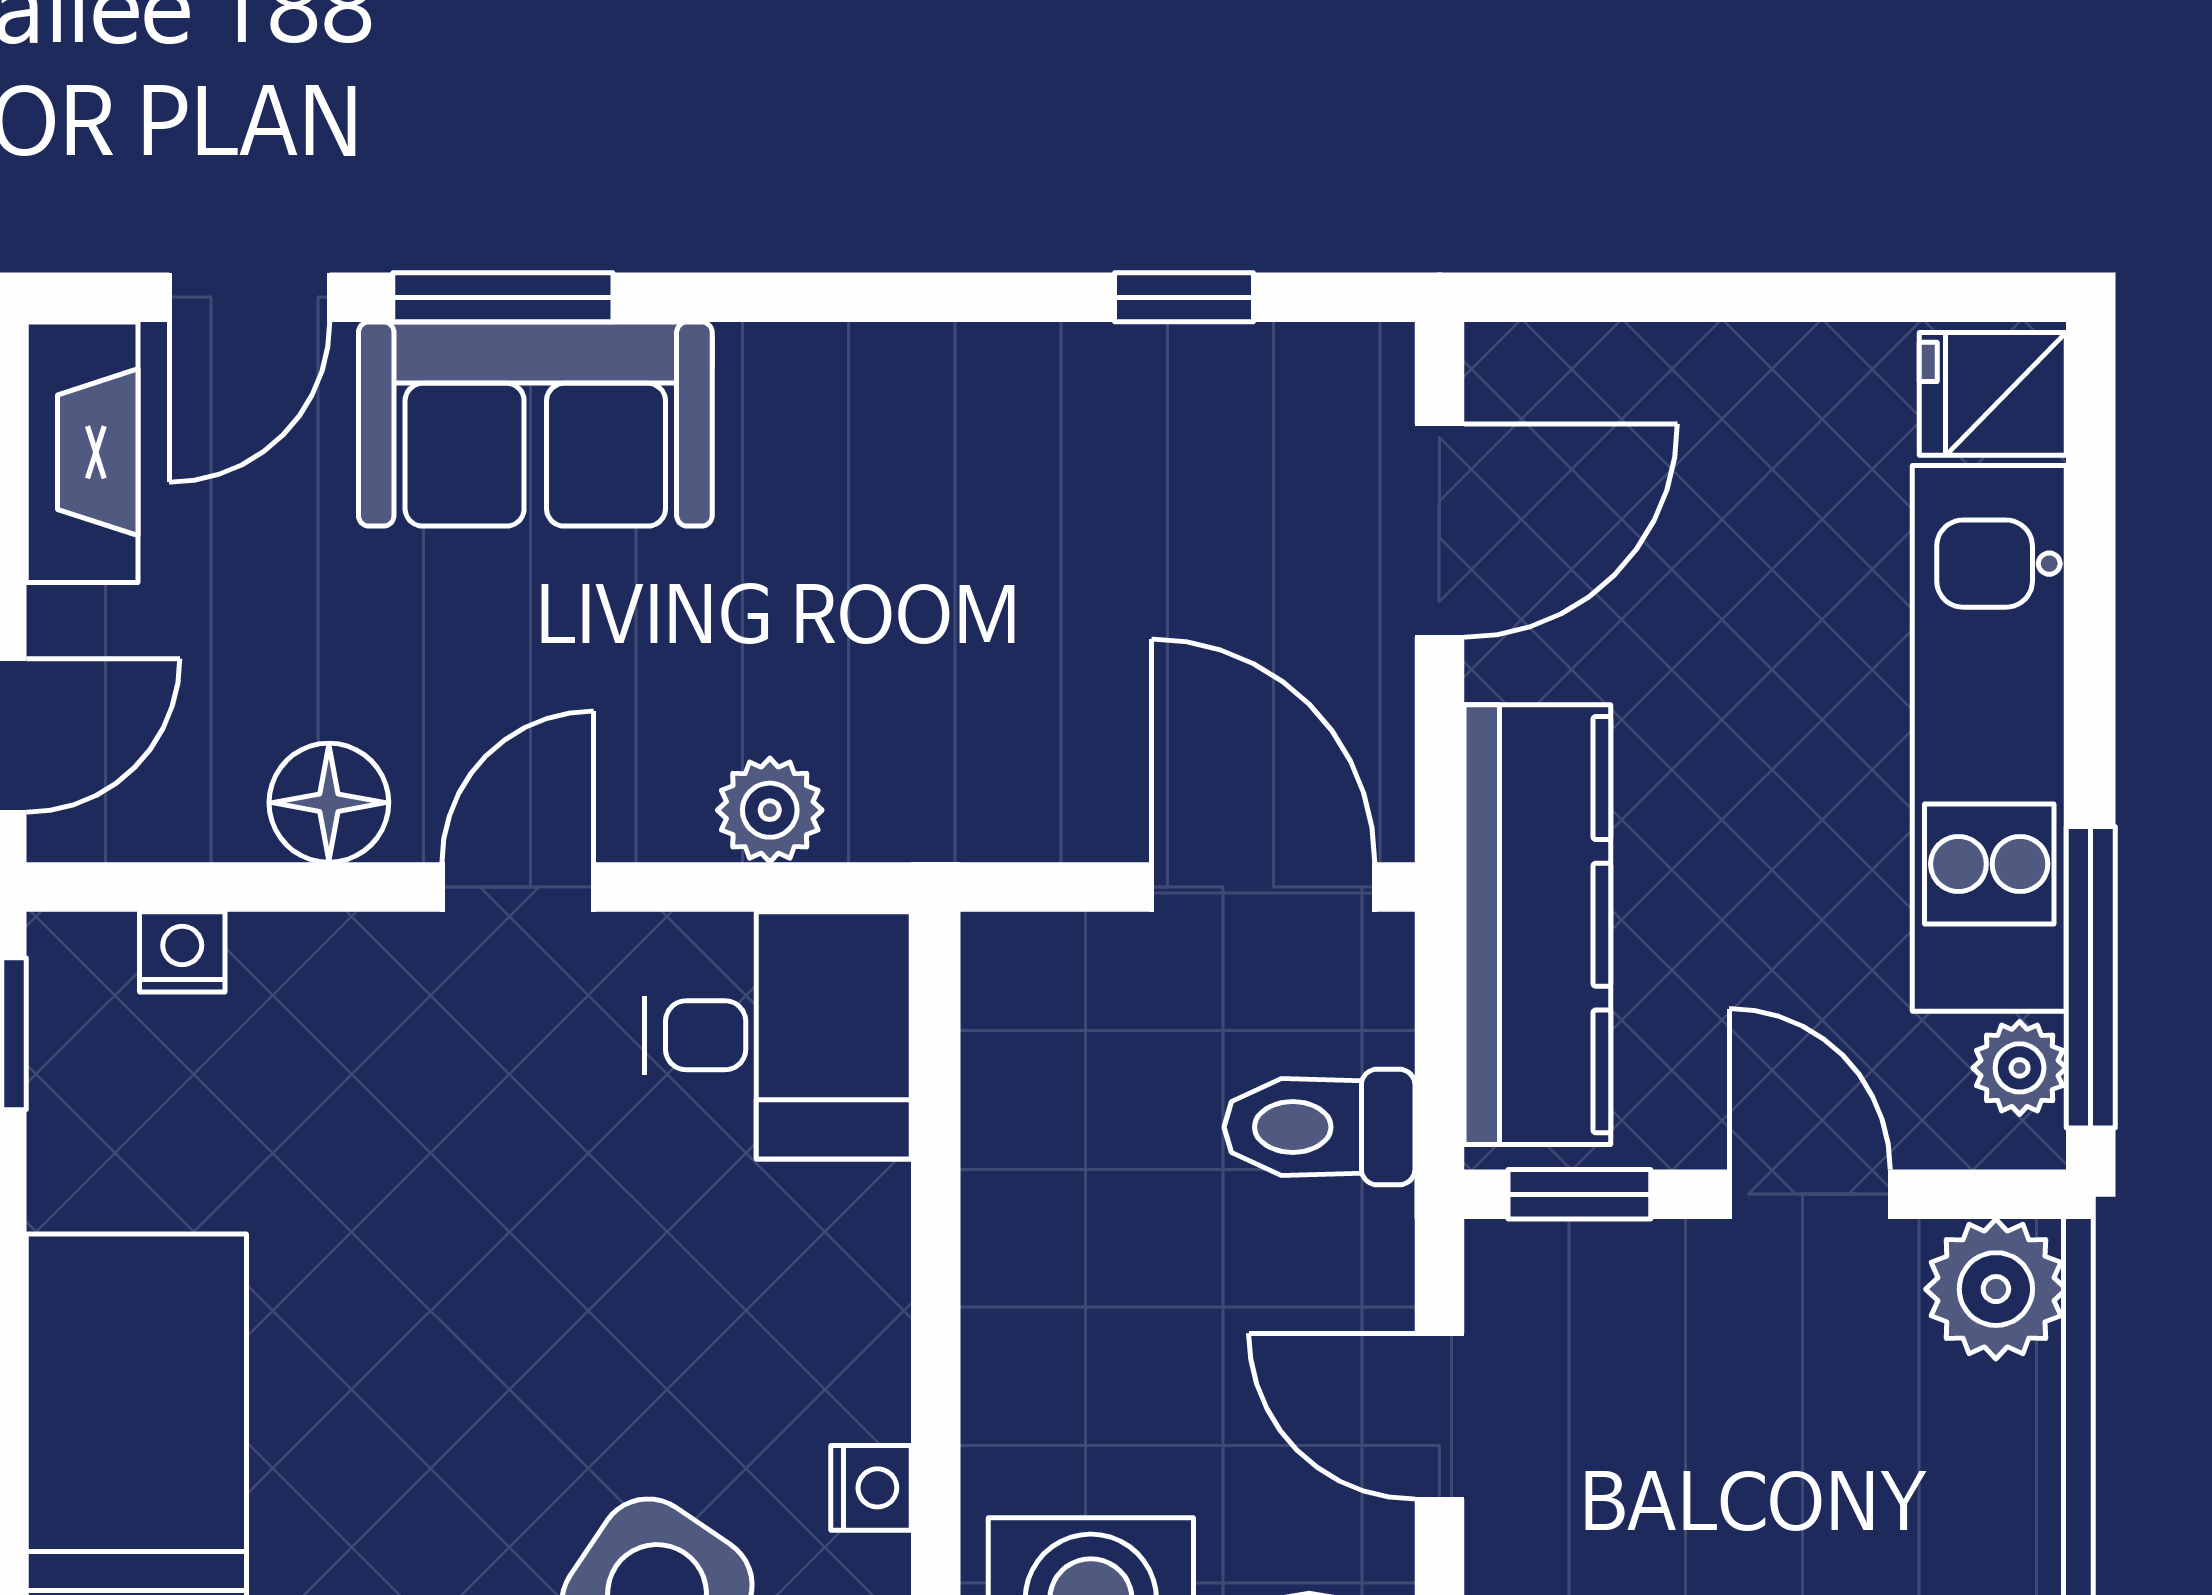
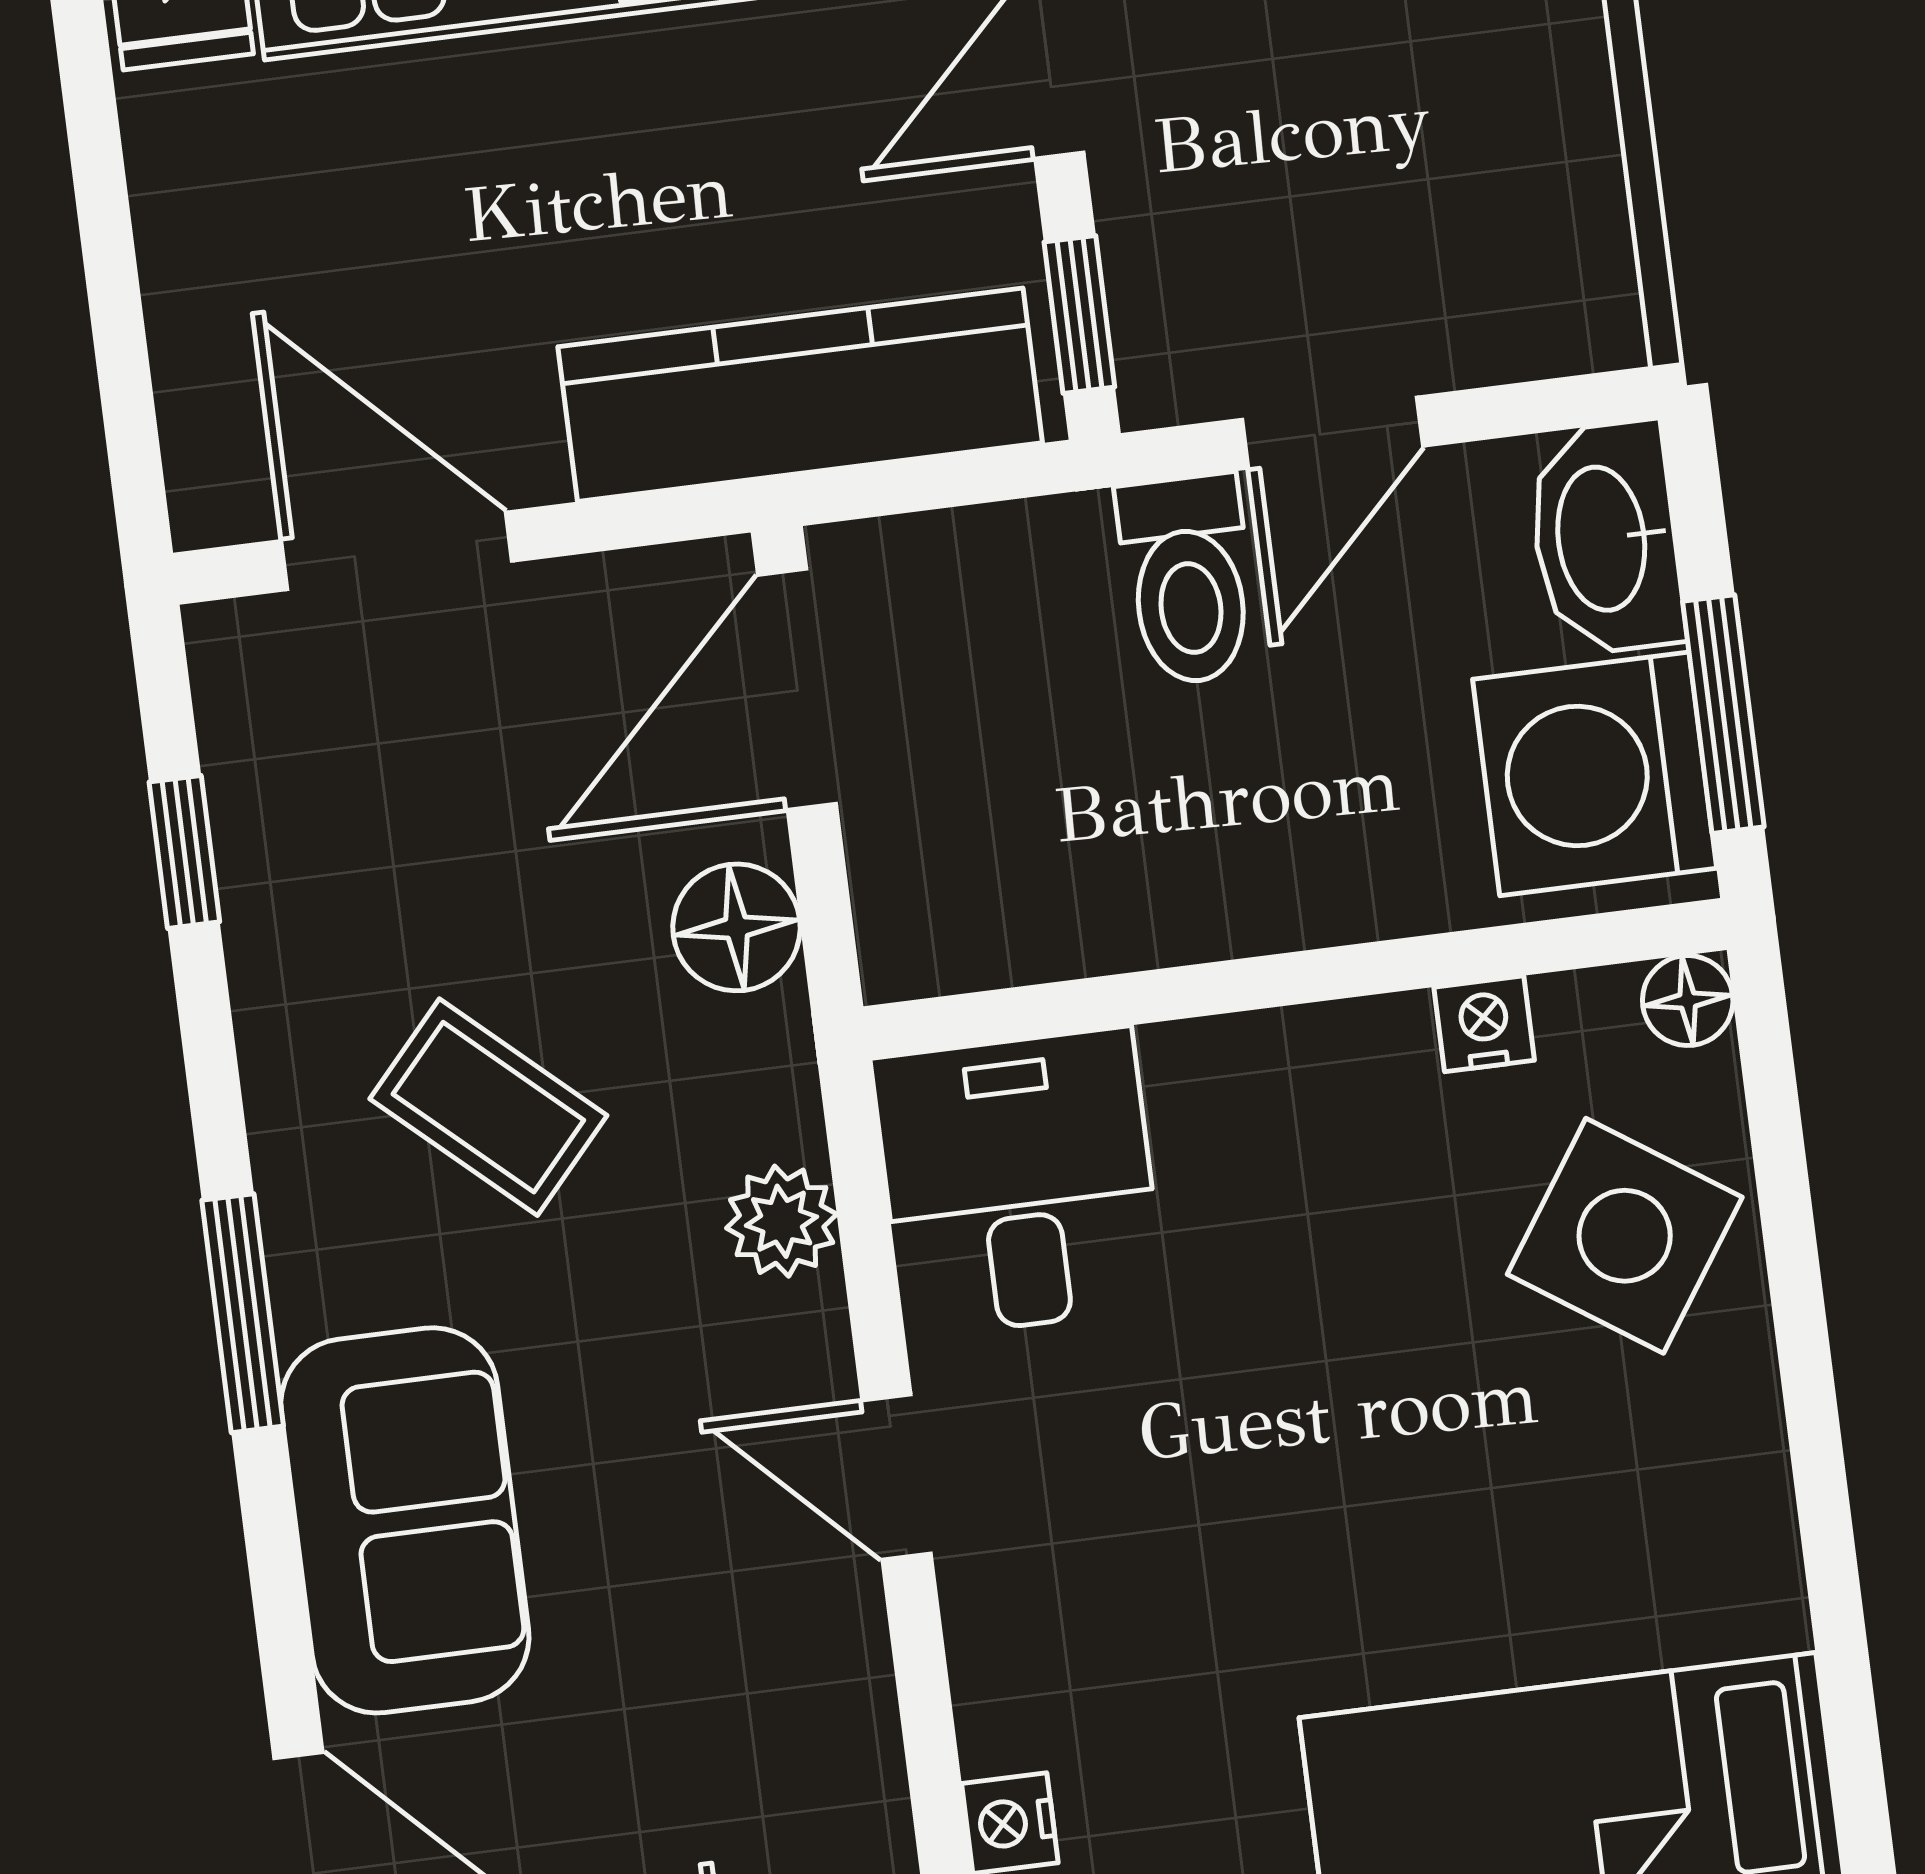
window: (503, 297) -> (243, 1313), moved
coffee table: (910, 550) -> (488, 1107), added
floor lamp: (329, 803) -> (737, 927), moved
toilet: (1319, 1127) -> (1187, 580), moved

